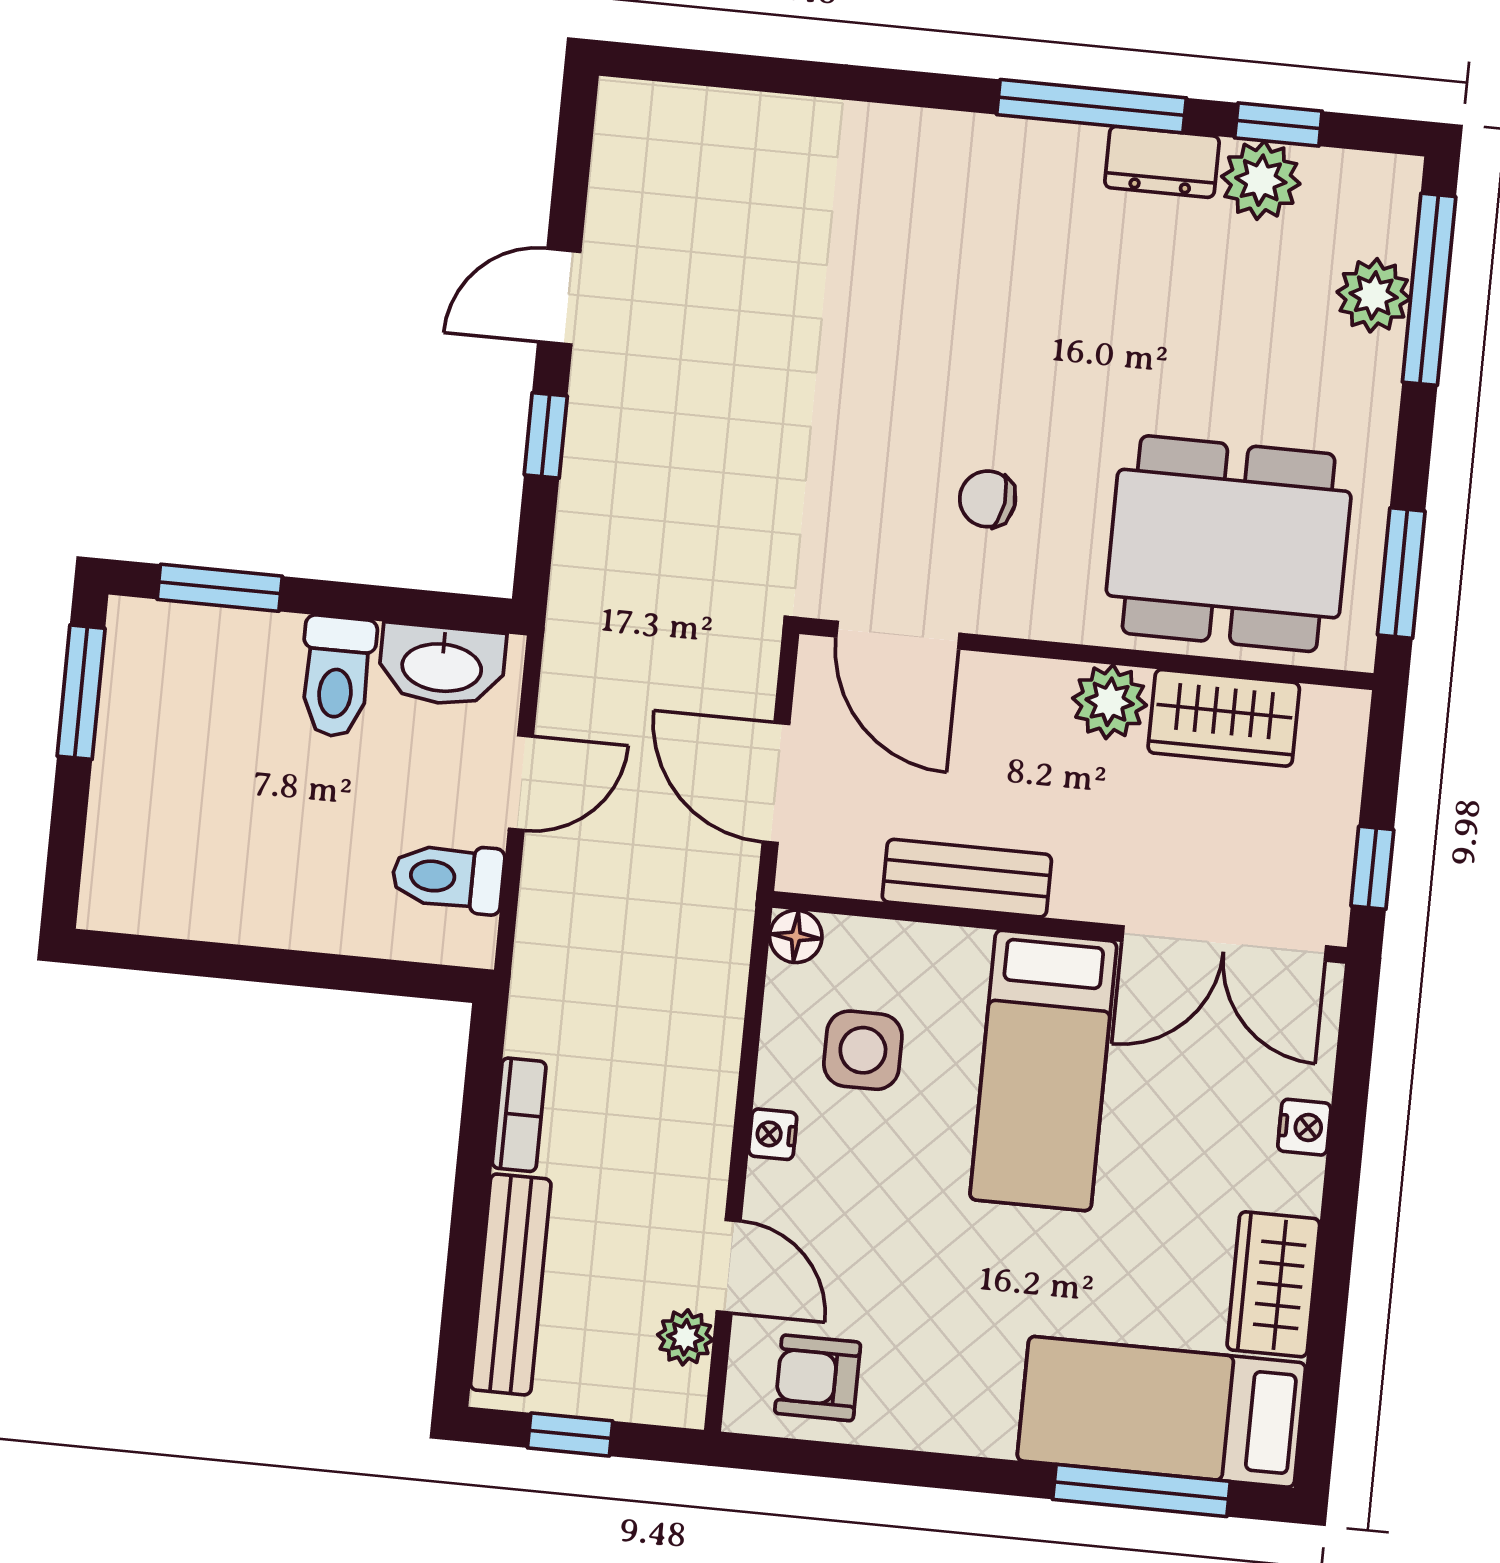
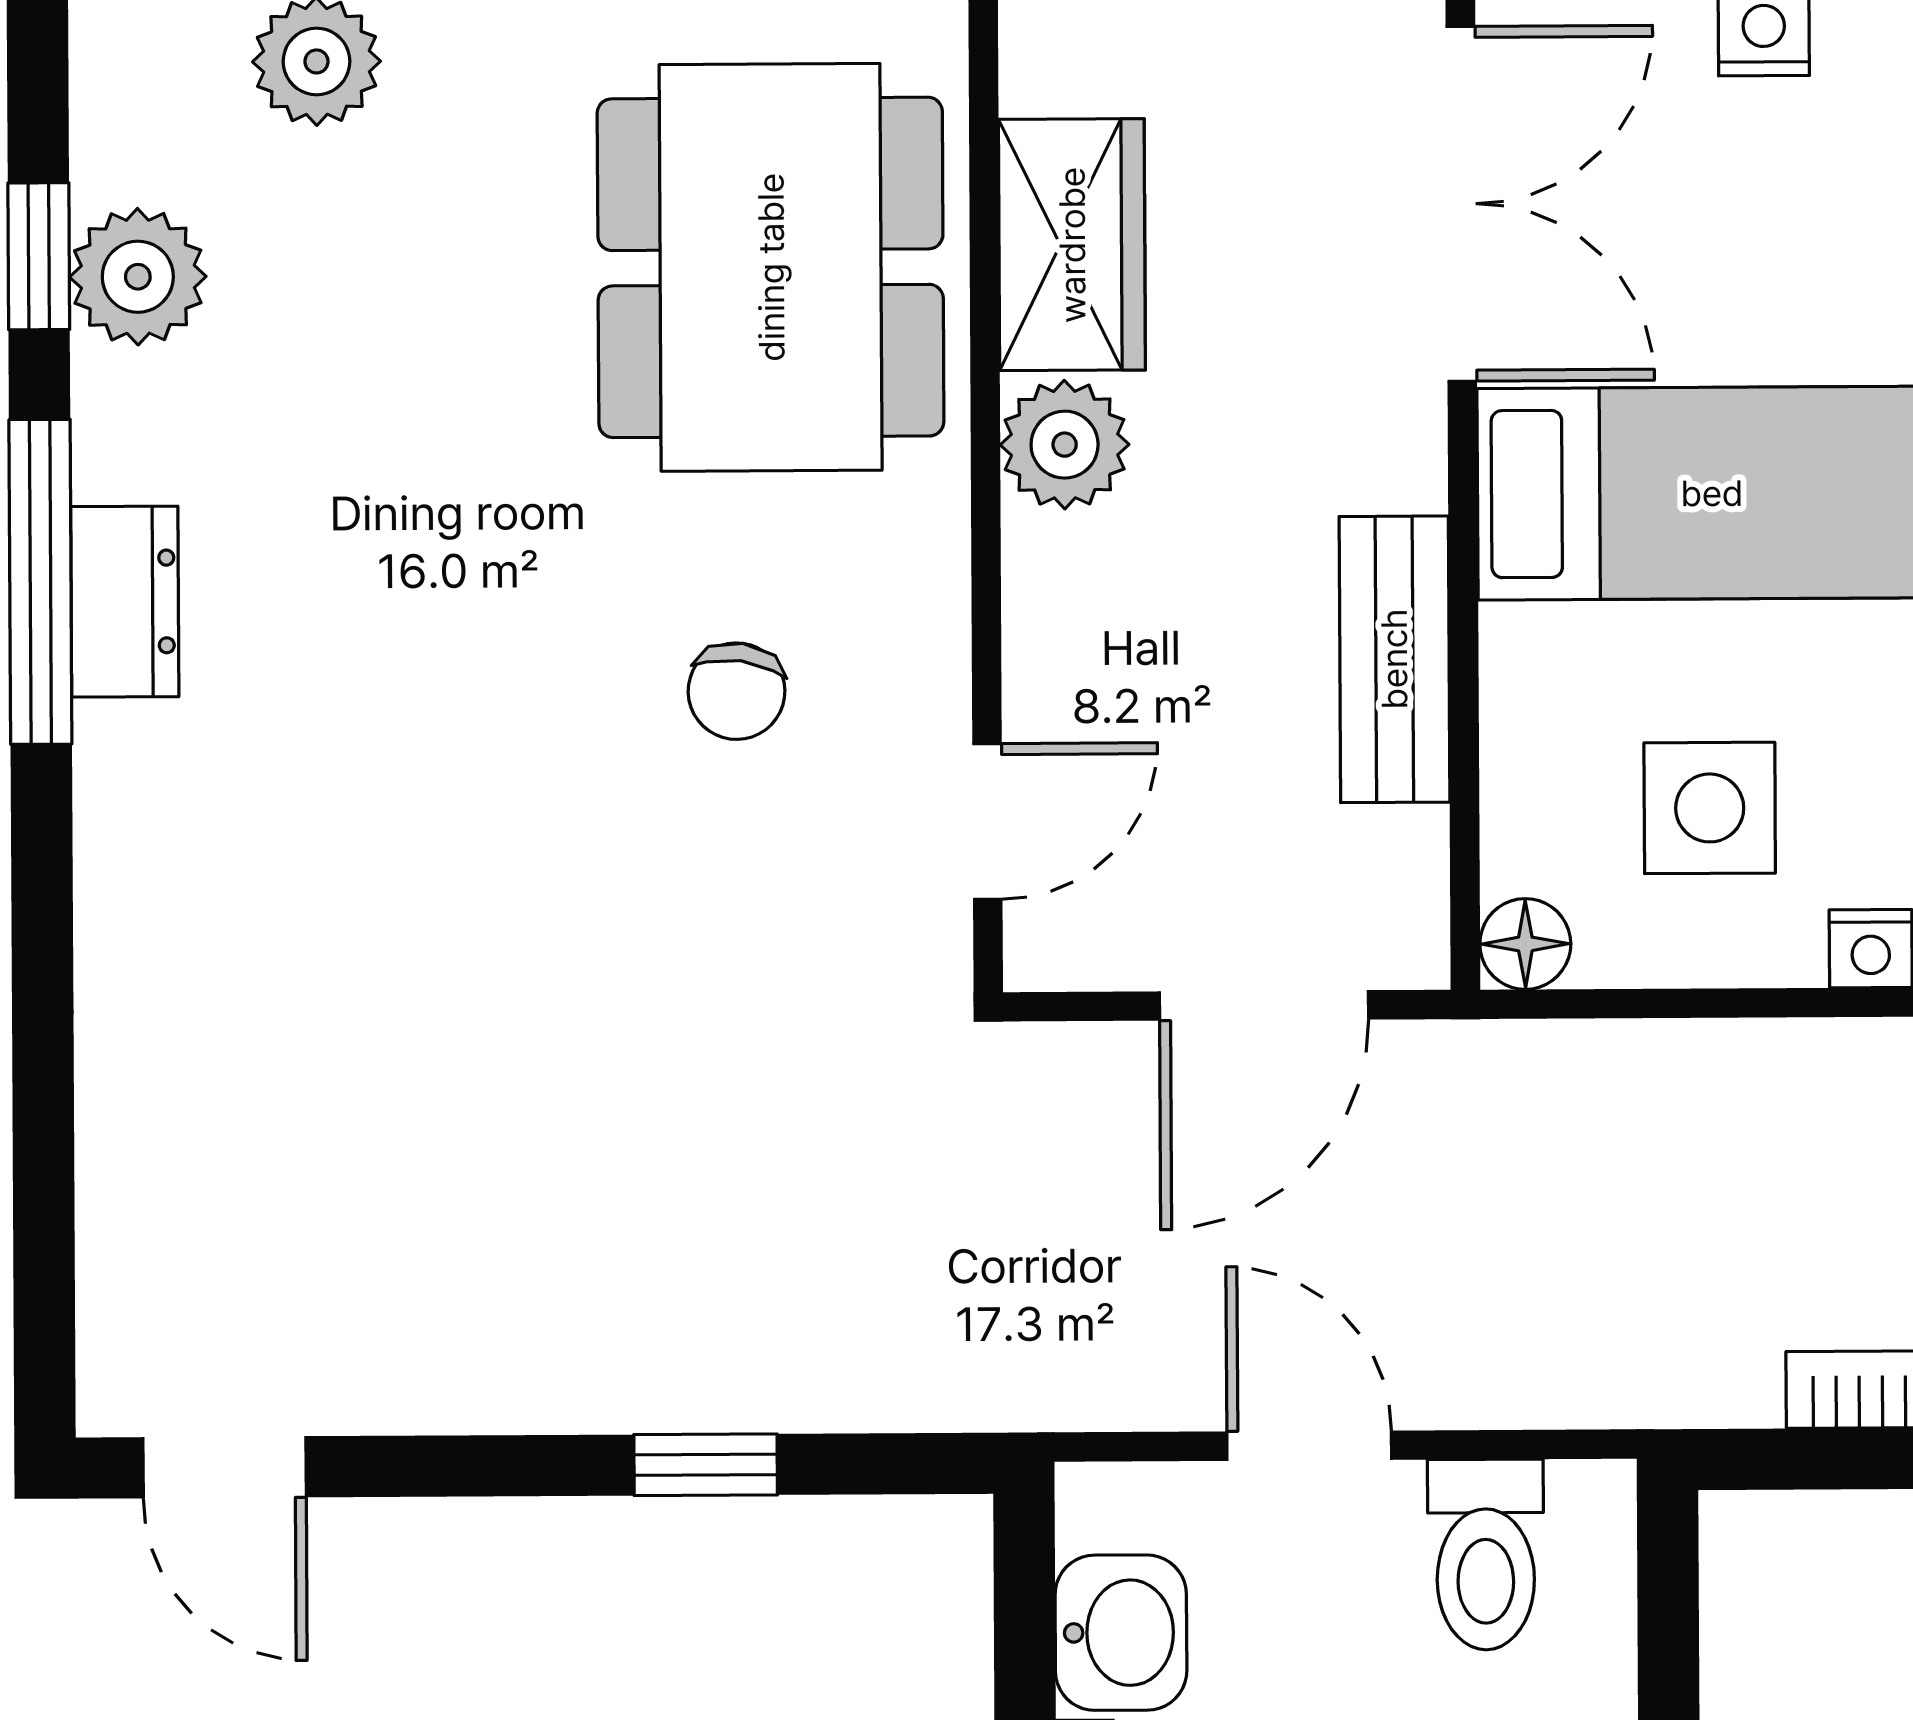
dresser: (1162, 162) -> (125, 602), moved
door: (559, 297) -> (225, 1467), moved
door: (898, 635) -> (987, 821), width x0.73
washbasin: (442, 665) -> (1121, 1633), width x0.72

